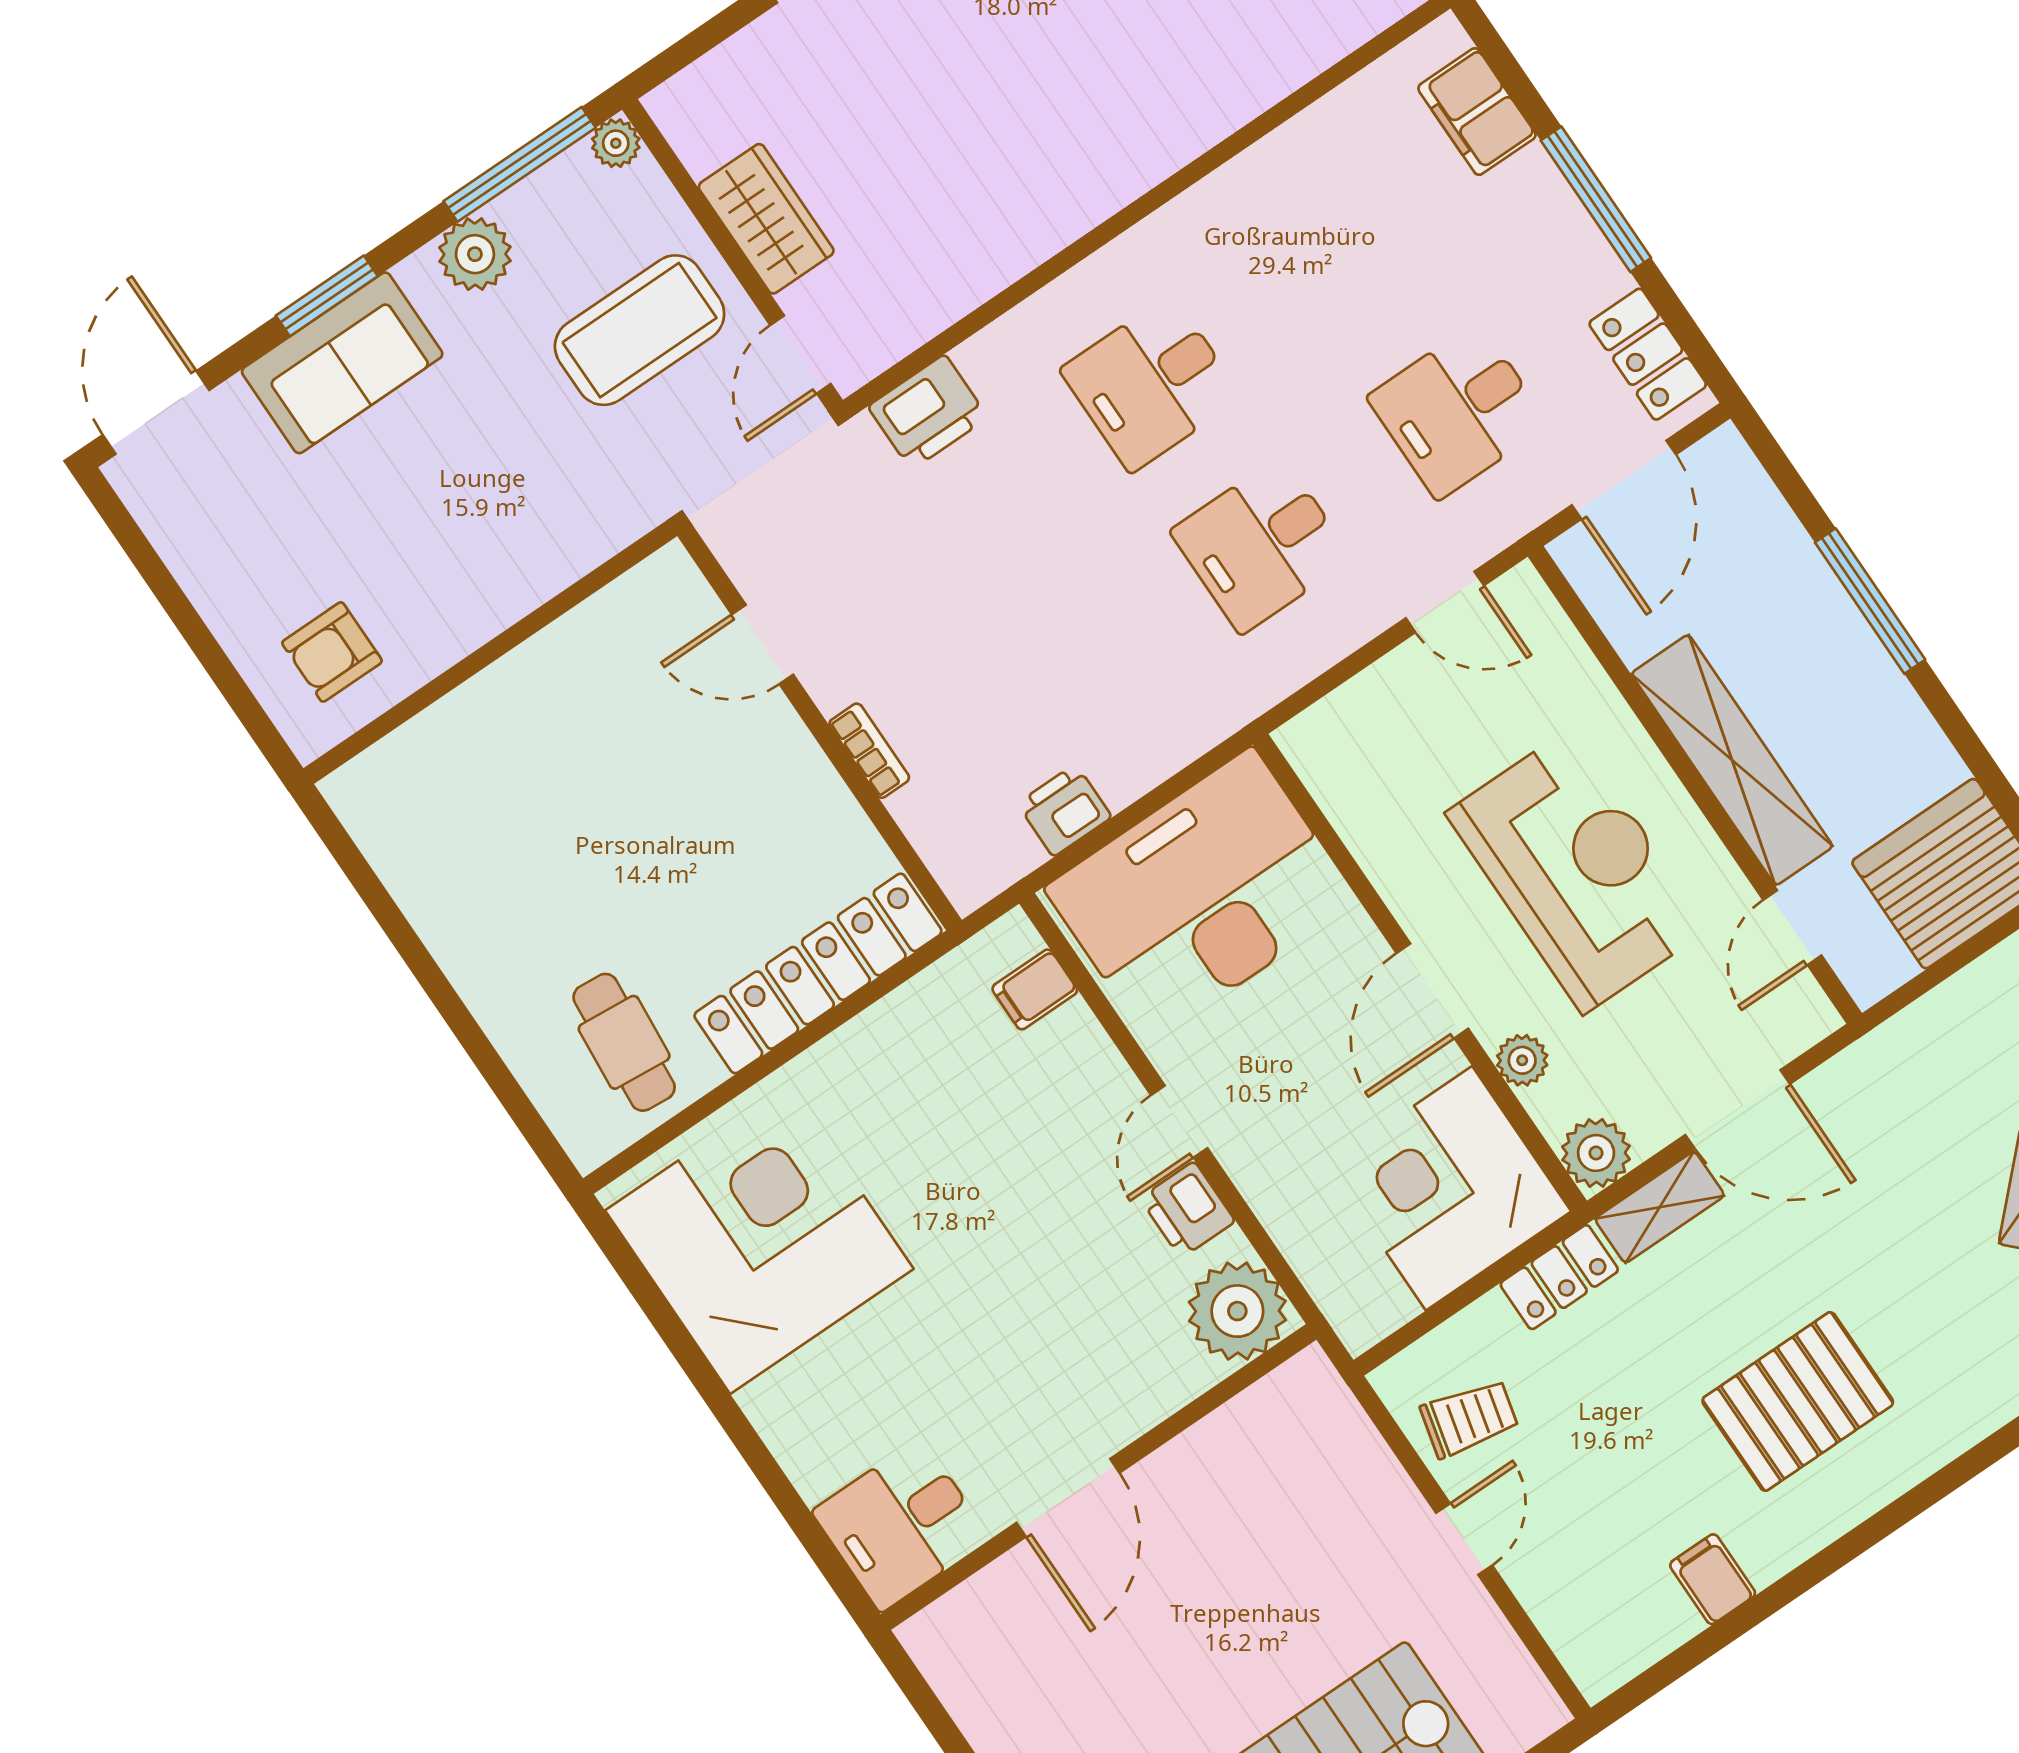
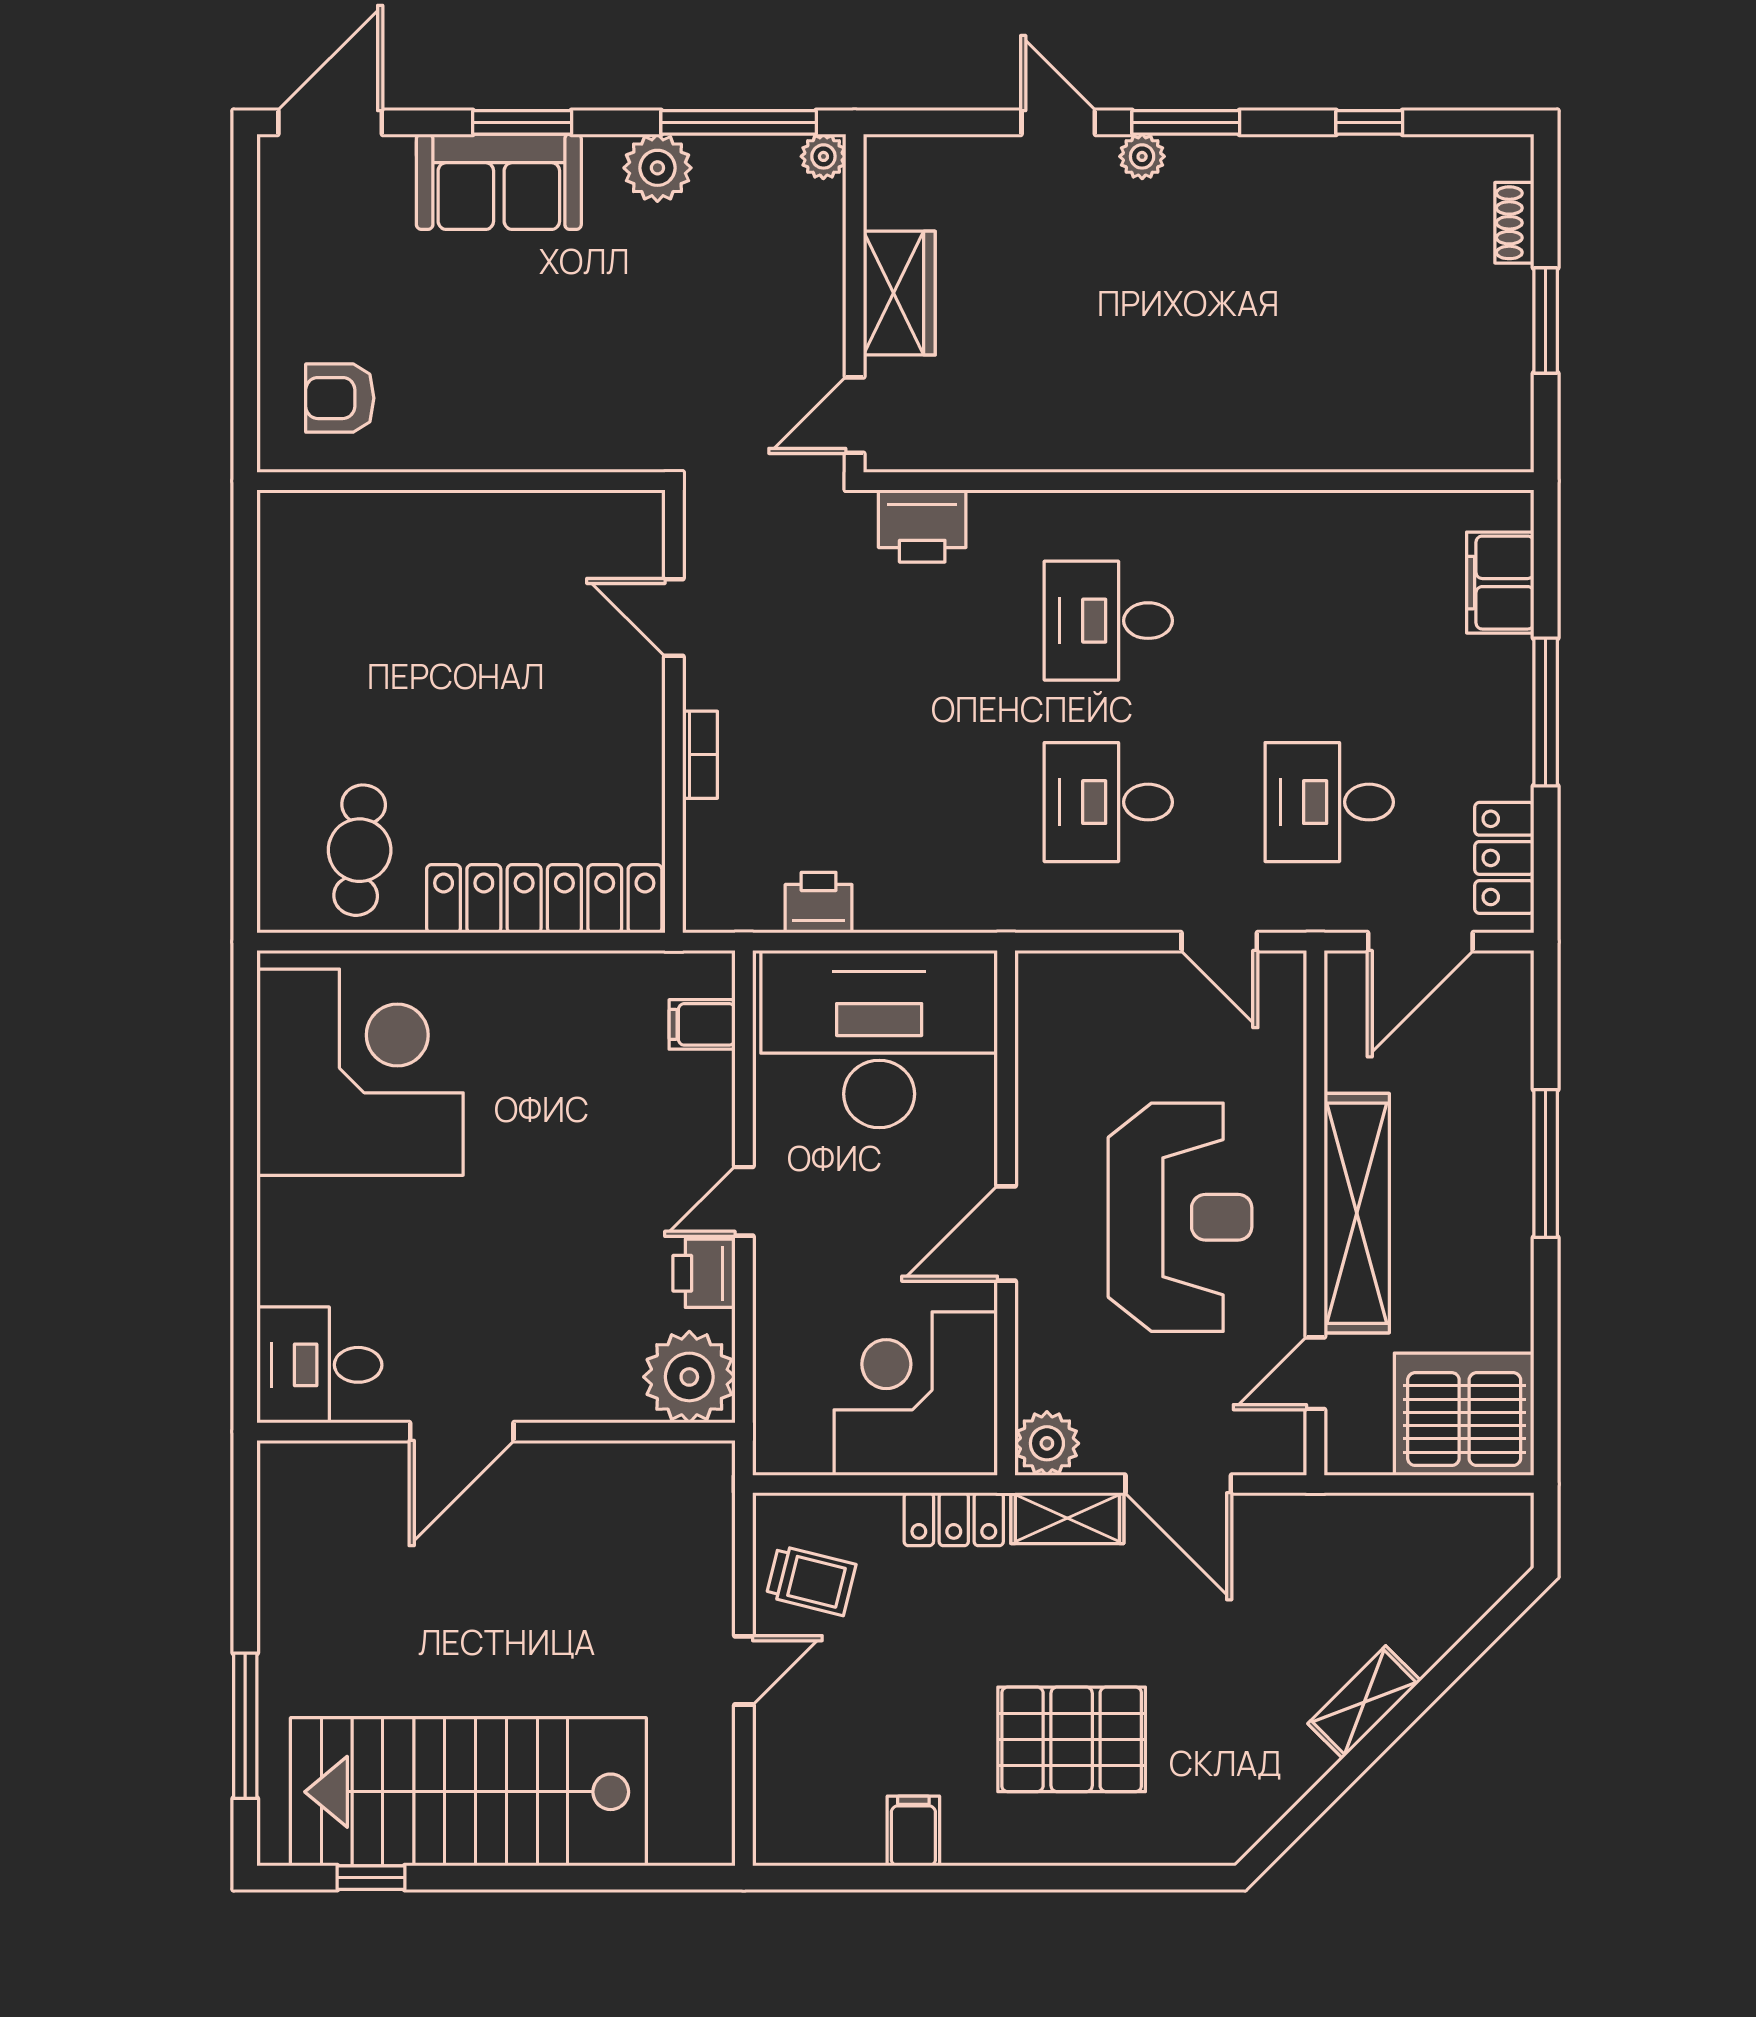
coffee table: (640, 330) -> (744, 312), removed
plant: (1522, 1060) -> (1039, 1334), removed

